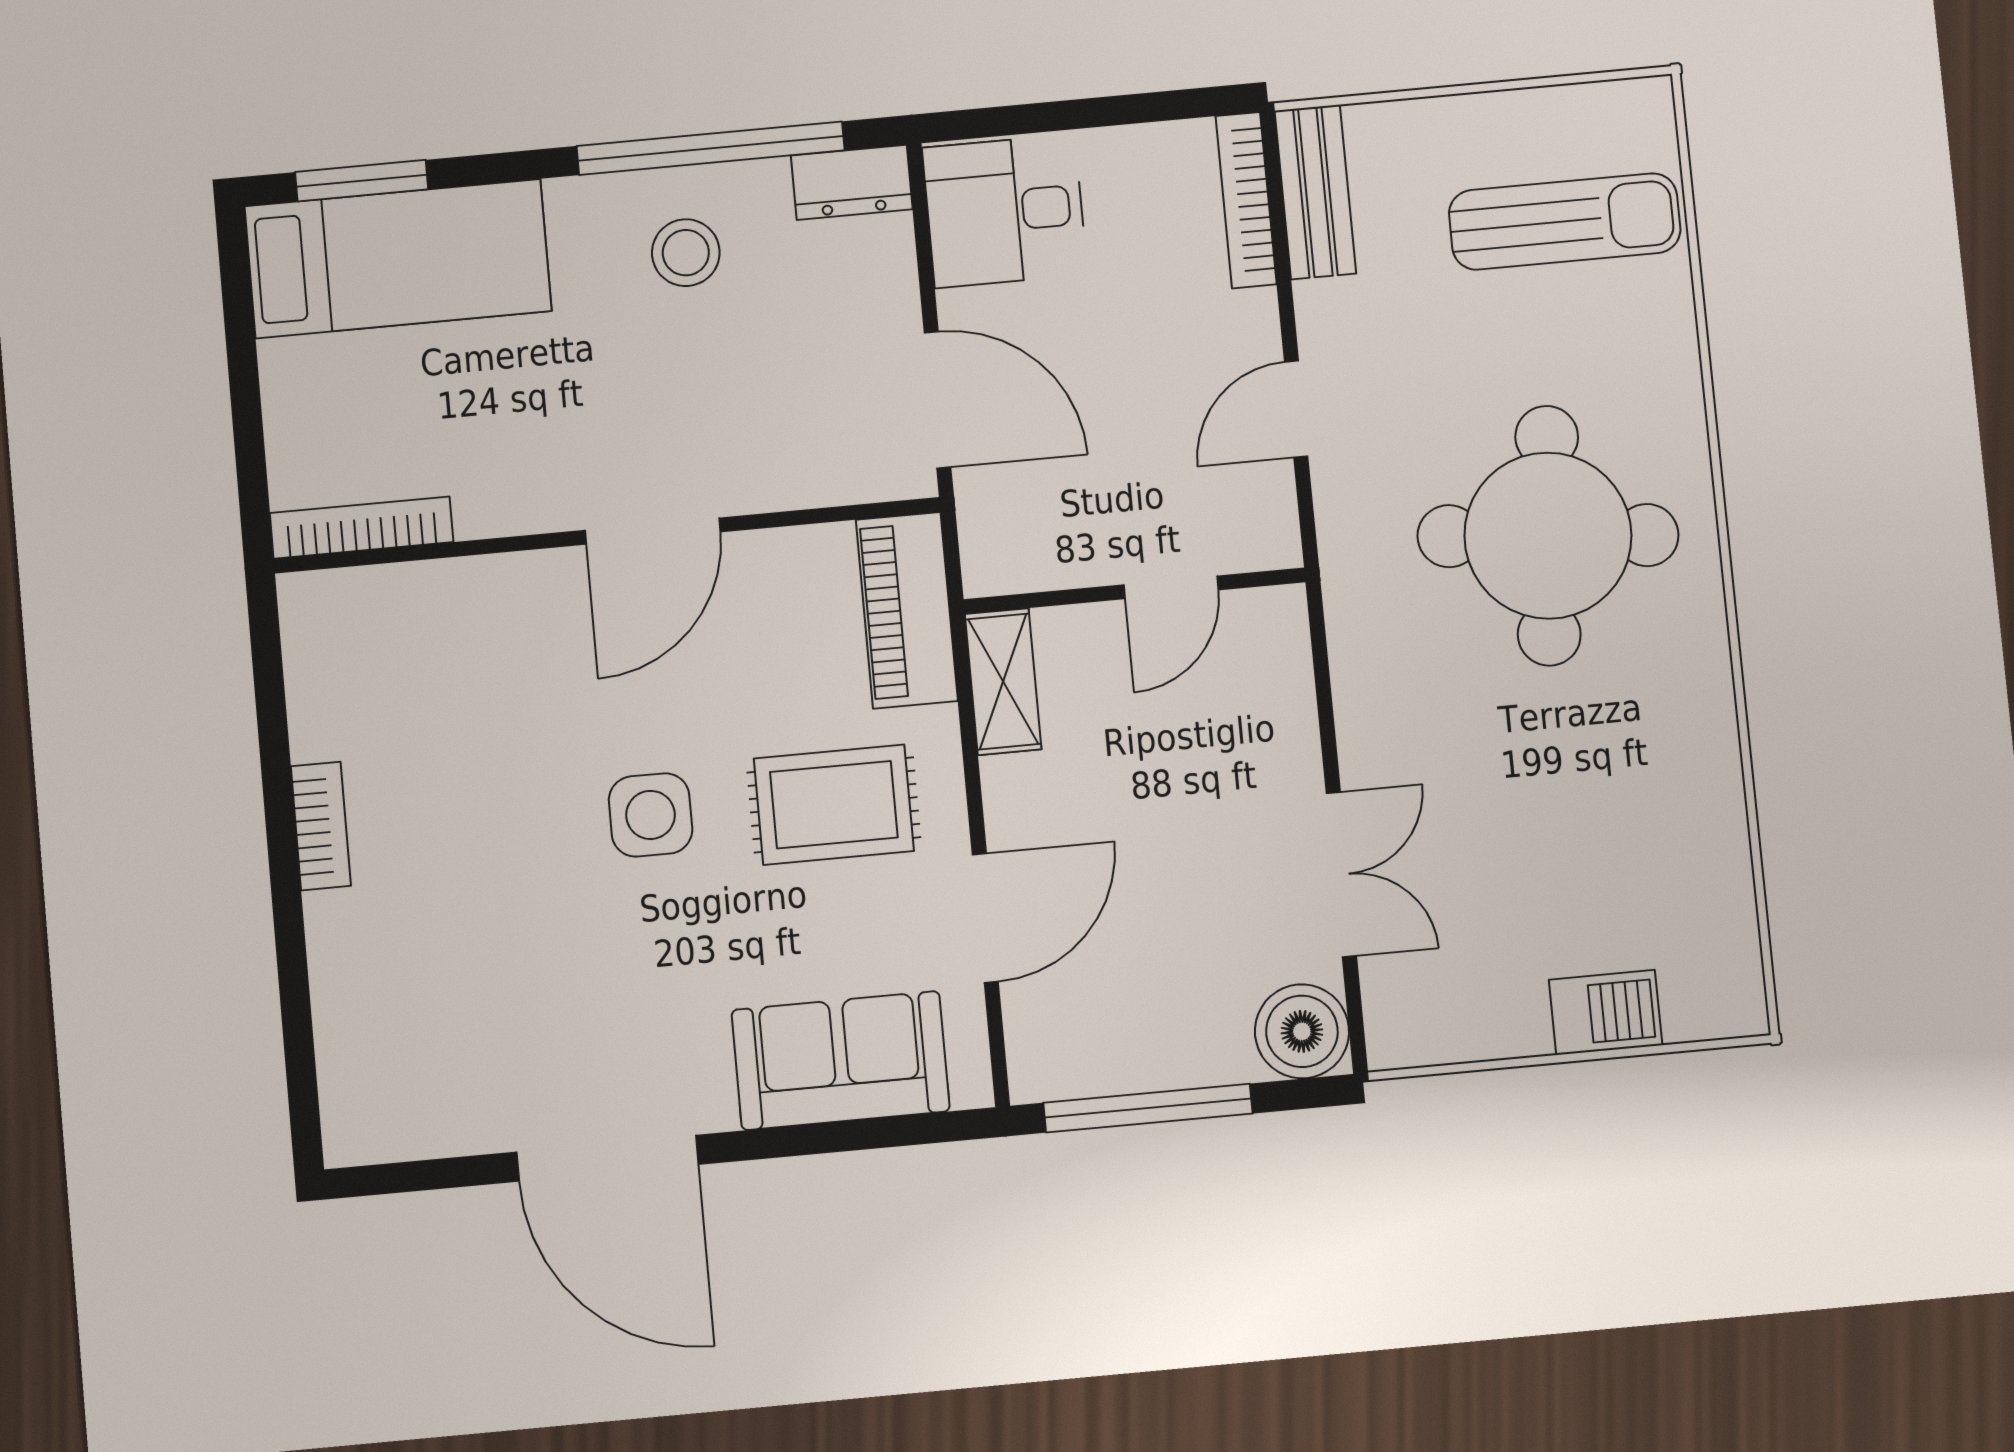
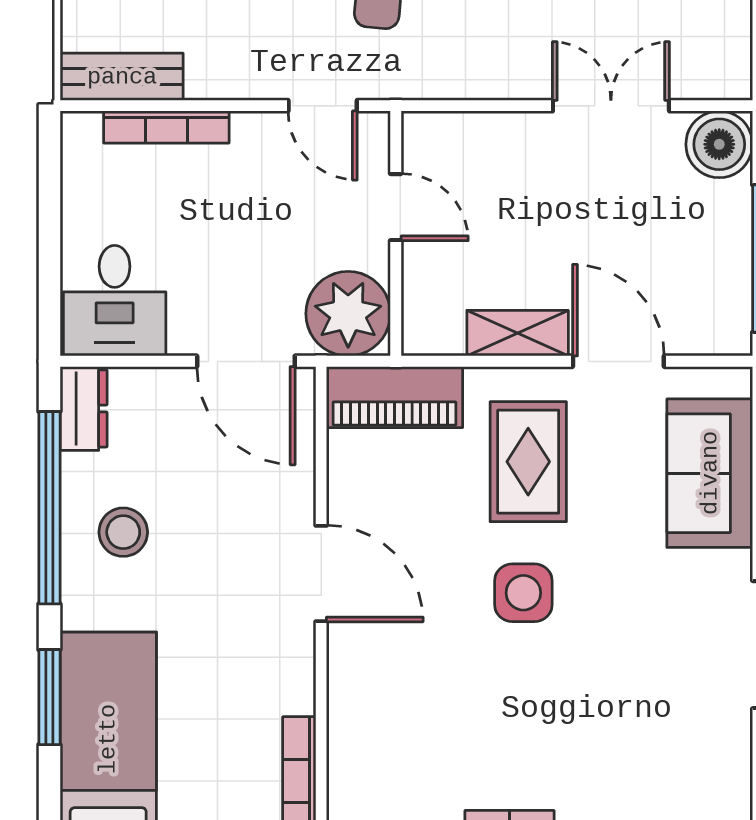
window: (362, 181) -> (49, 697), moved
bookcase: (1246, 200) -> (166, 127), moved
door: (938, 400) -> (246, 361), swing flipped
door: (1296, 409) -> (323, 106), moved
plant: (1017, 535) -> (348, 314), added
shelving: (1003, 682) -> (518, 333), moved

